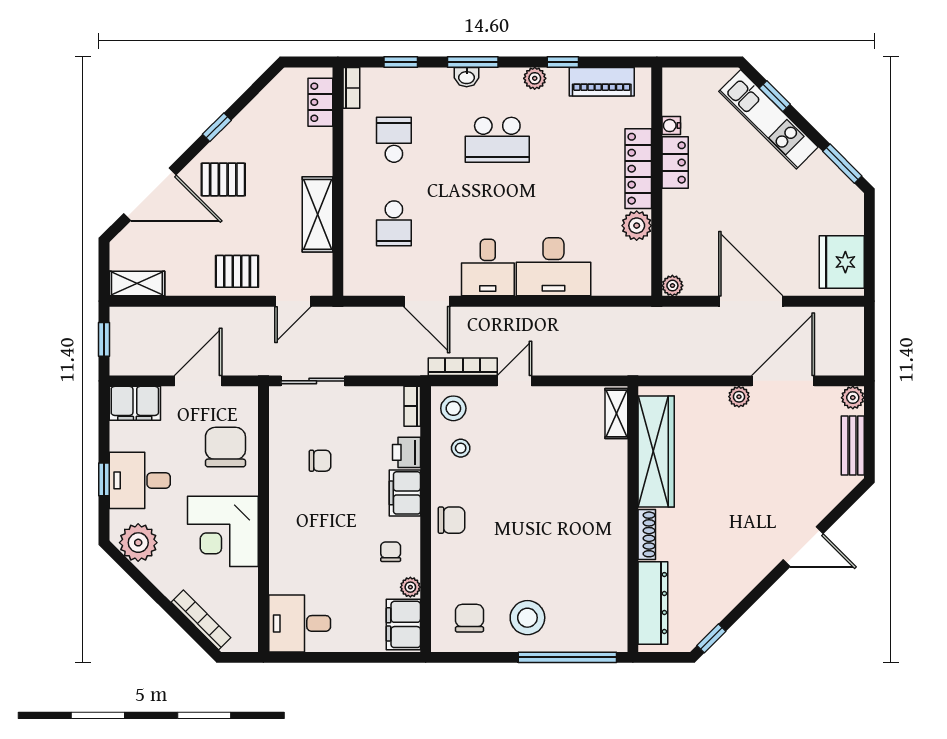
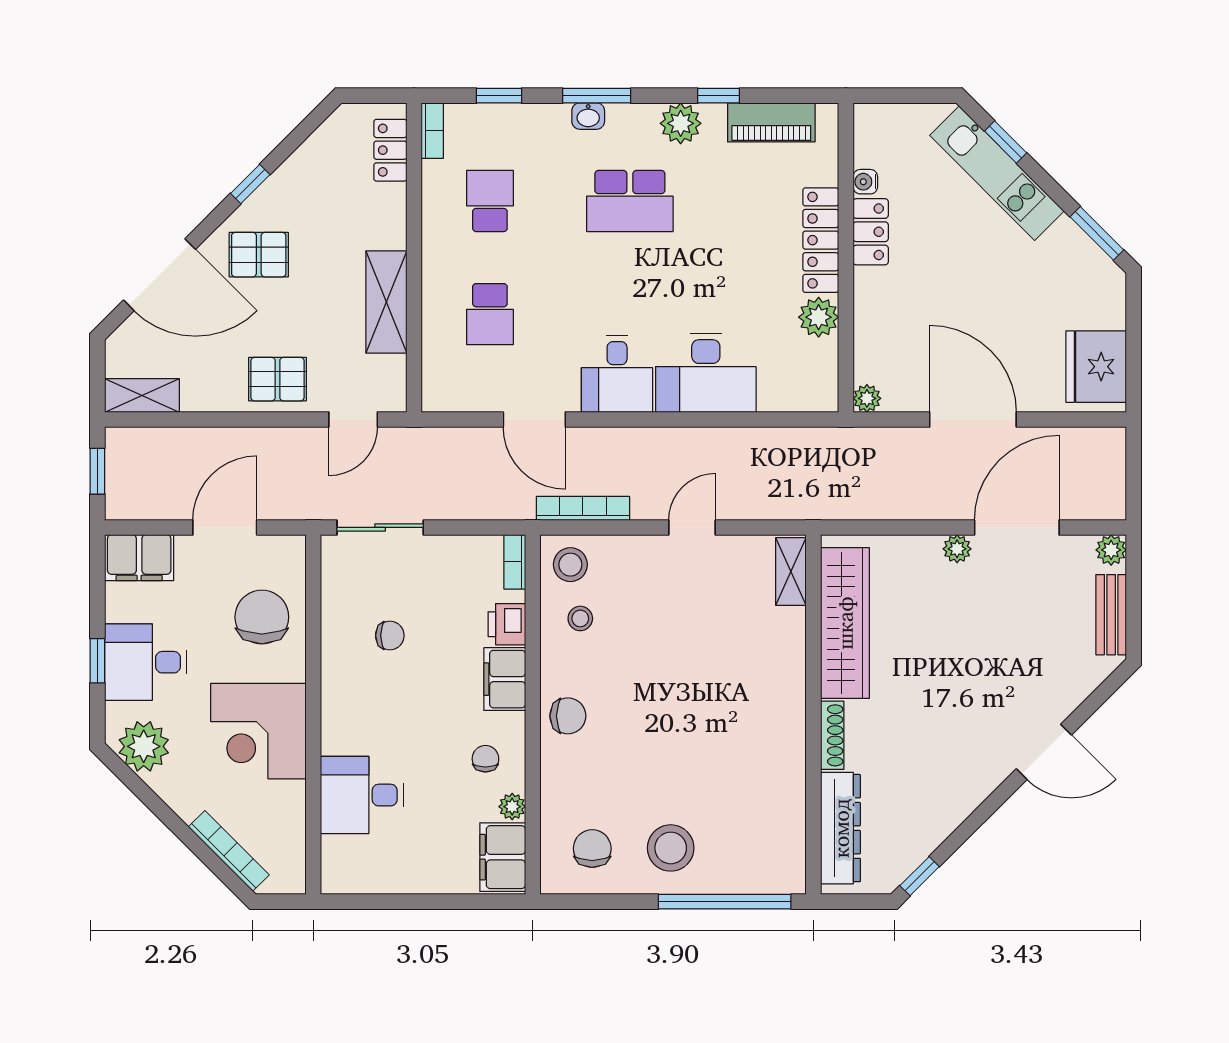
plant: (535, 78) -> (681, 123), width x1.38, depth x1.38
door: (514, 381) -> (692, 527), moved
desk: (300, 623) -> (362, 795), moved

